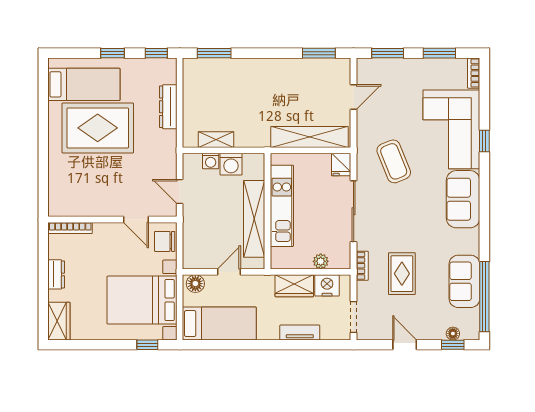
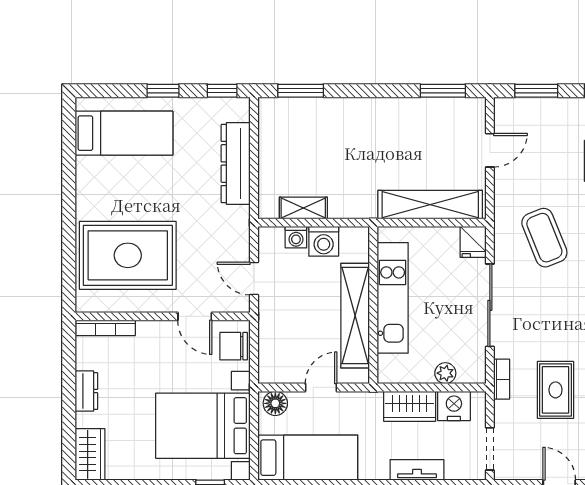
dresser: (168, 107) -> (236, 163), width x1.37, depth x1.24
rug: (98, 128) -> (128, 255), moved

